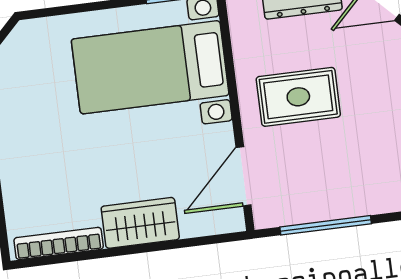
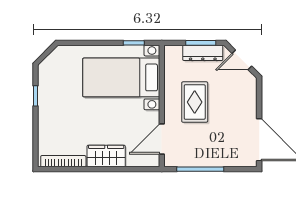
rug: (298, 97) -> (195, 102), turned 90

